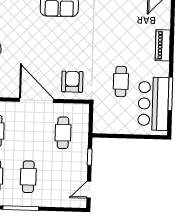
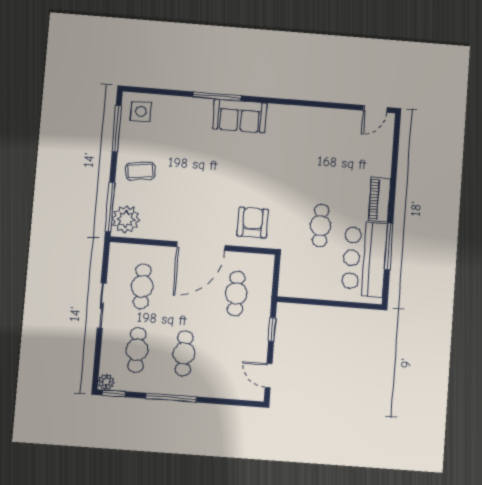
piano: (163, 45) -> (379, 199), moved
door: (36, 100) -> (201, 246), swing flipped
door: (89, 190) -> (269, 376), hinge flipped

